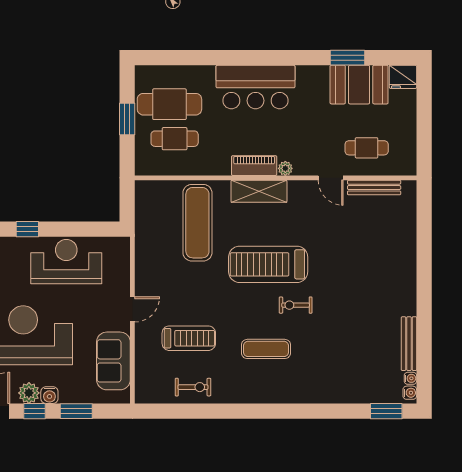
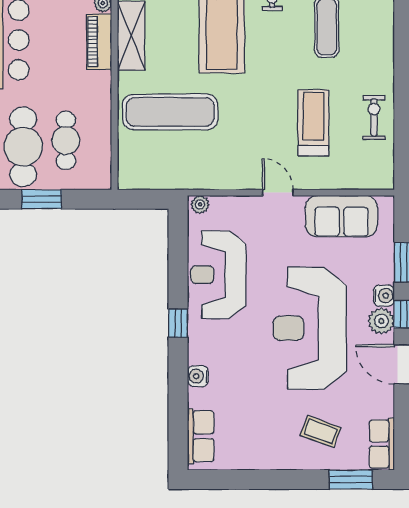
plant: (123, 247) -> (200, 204), added

